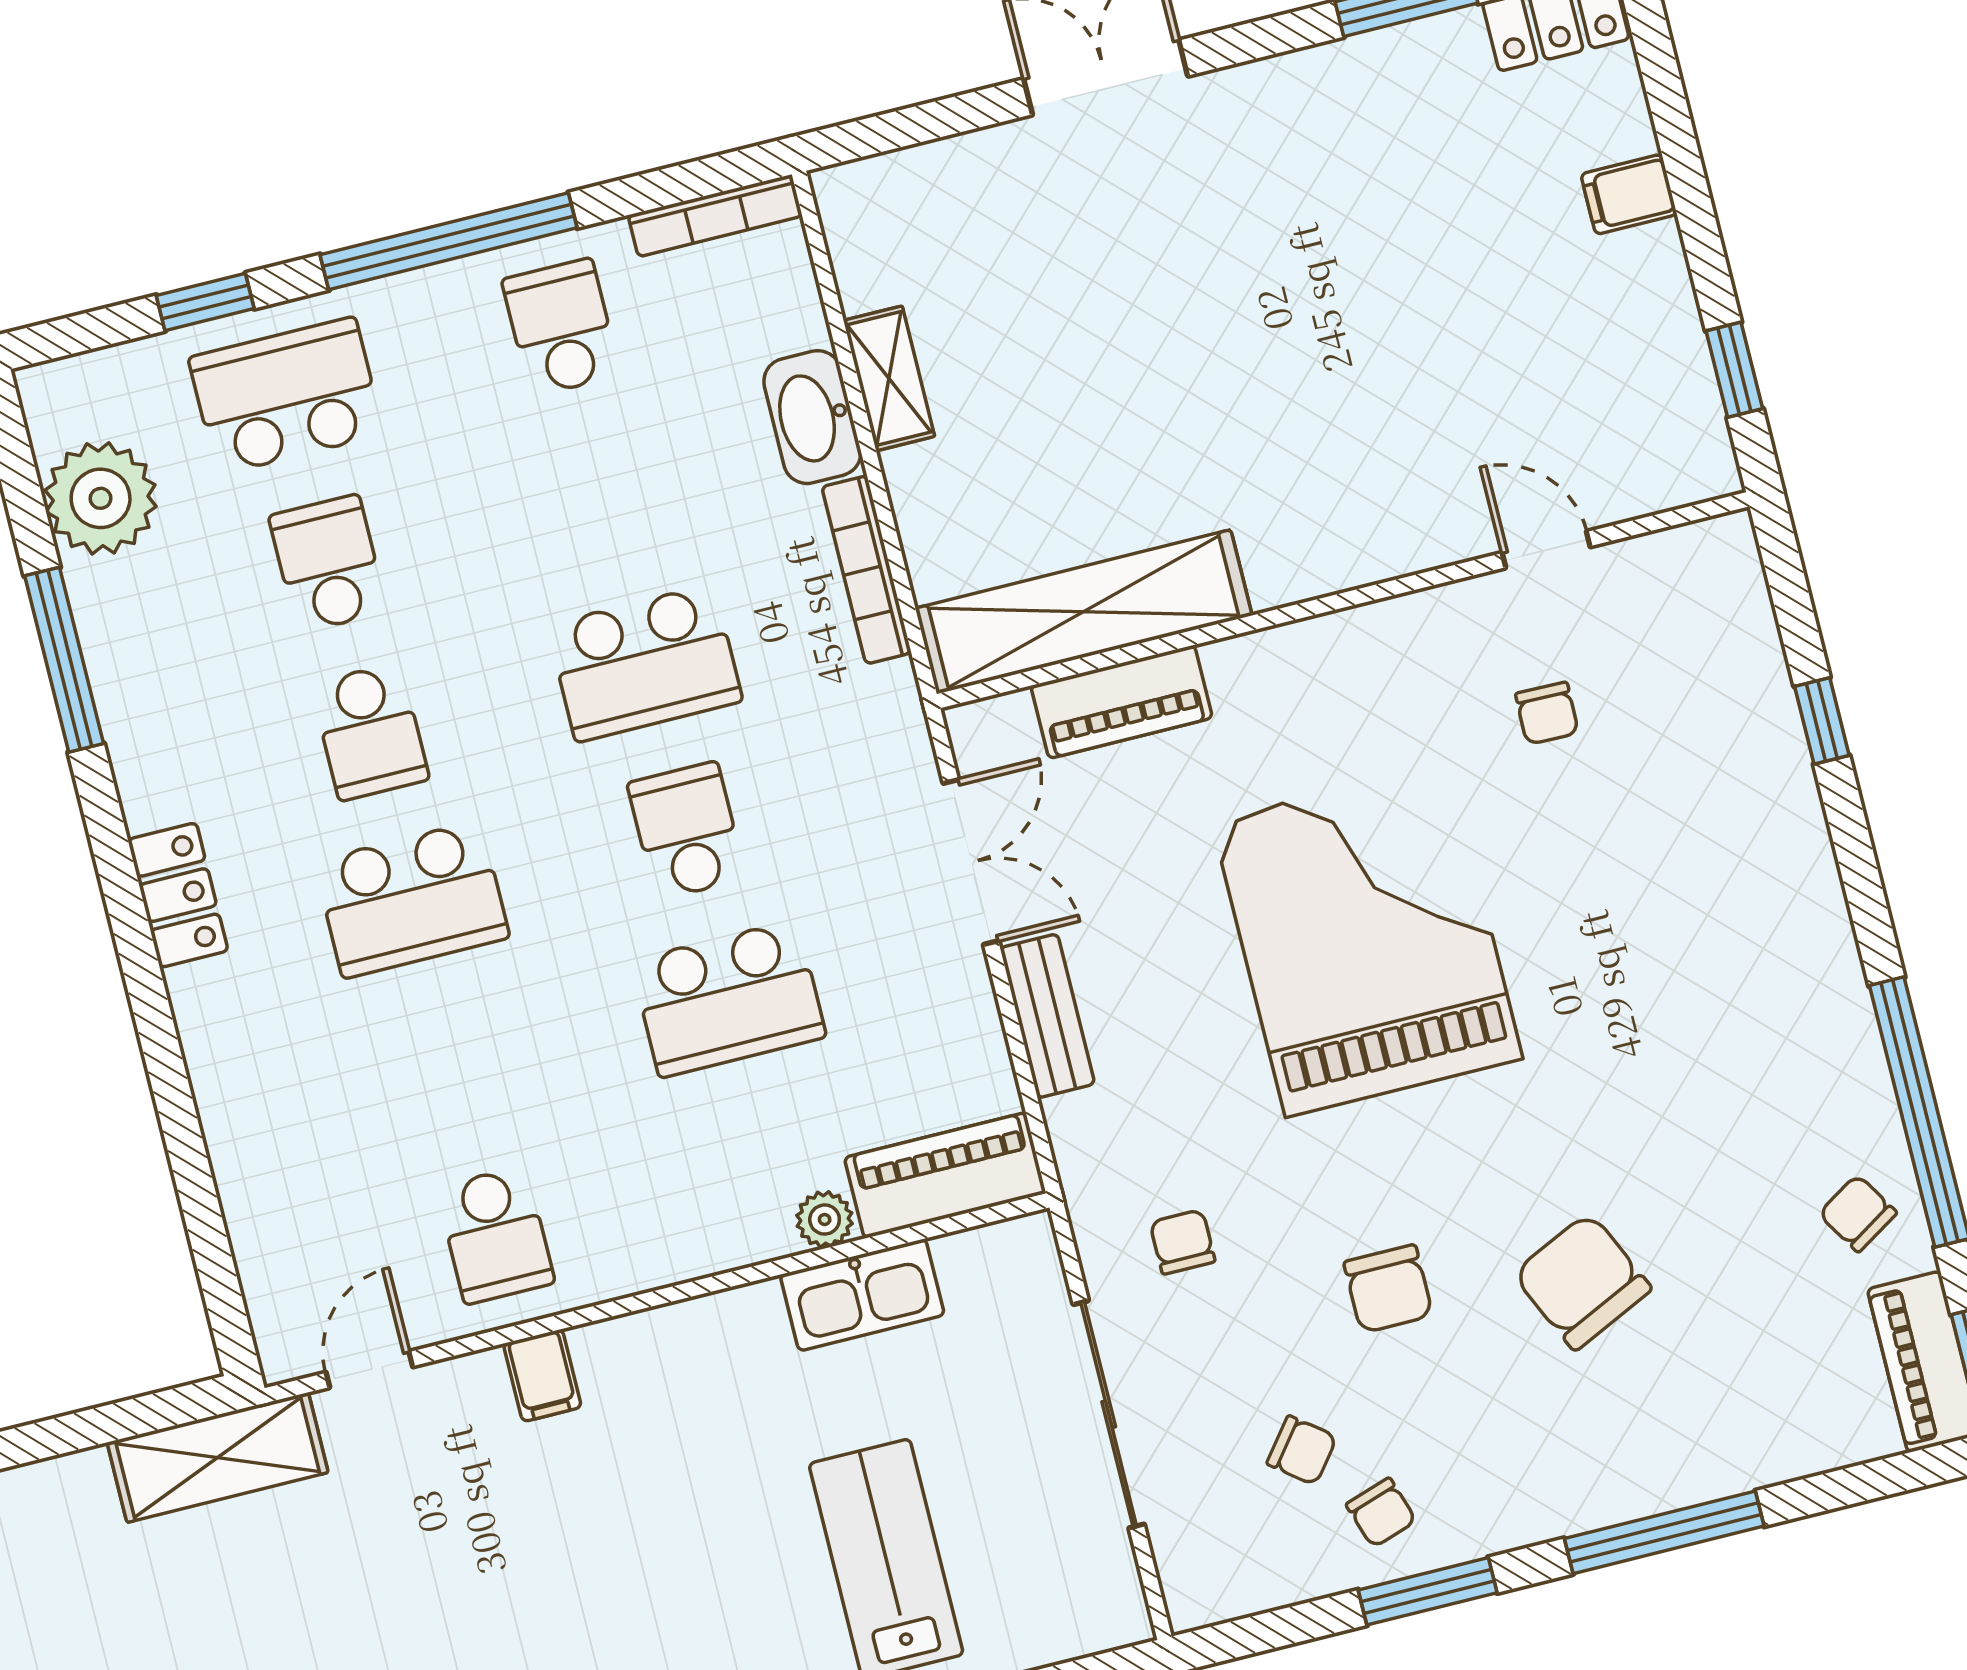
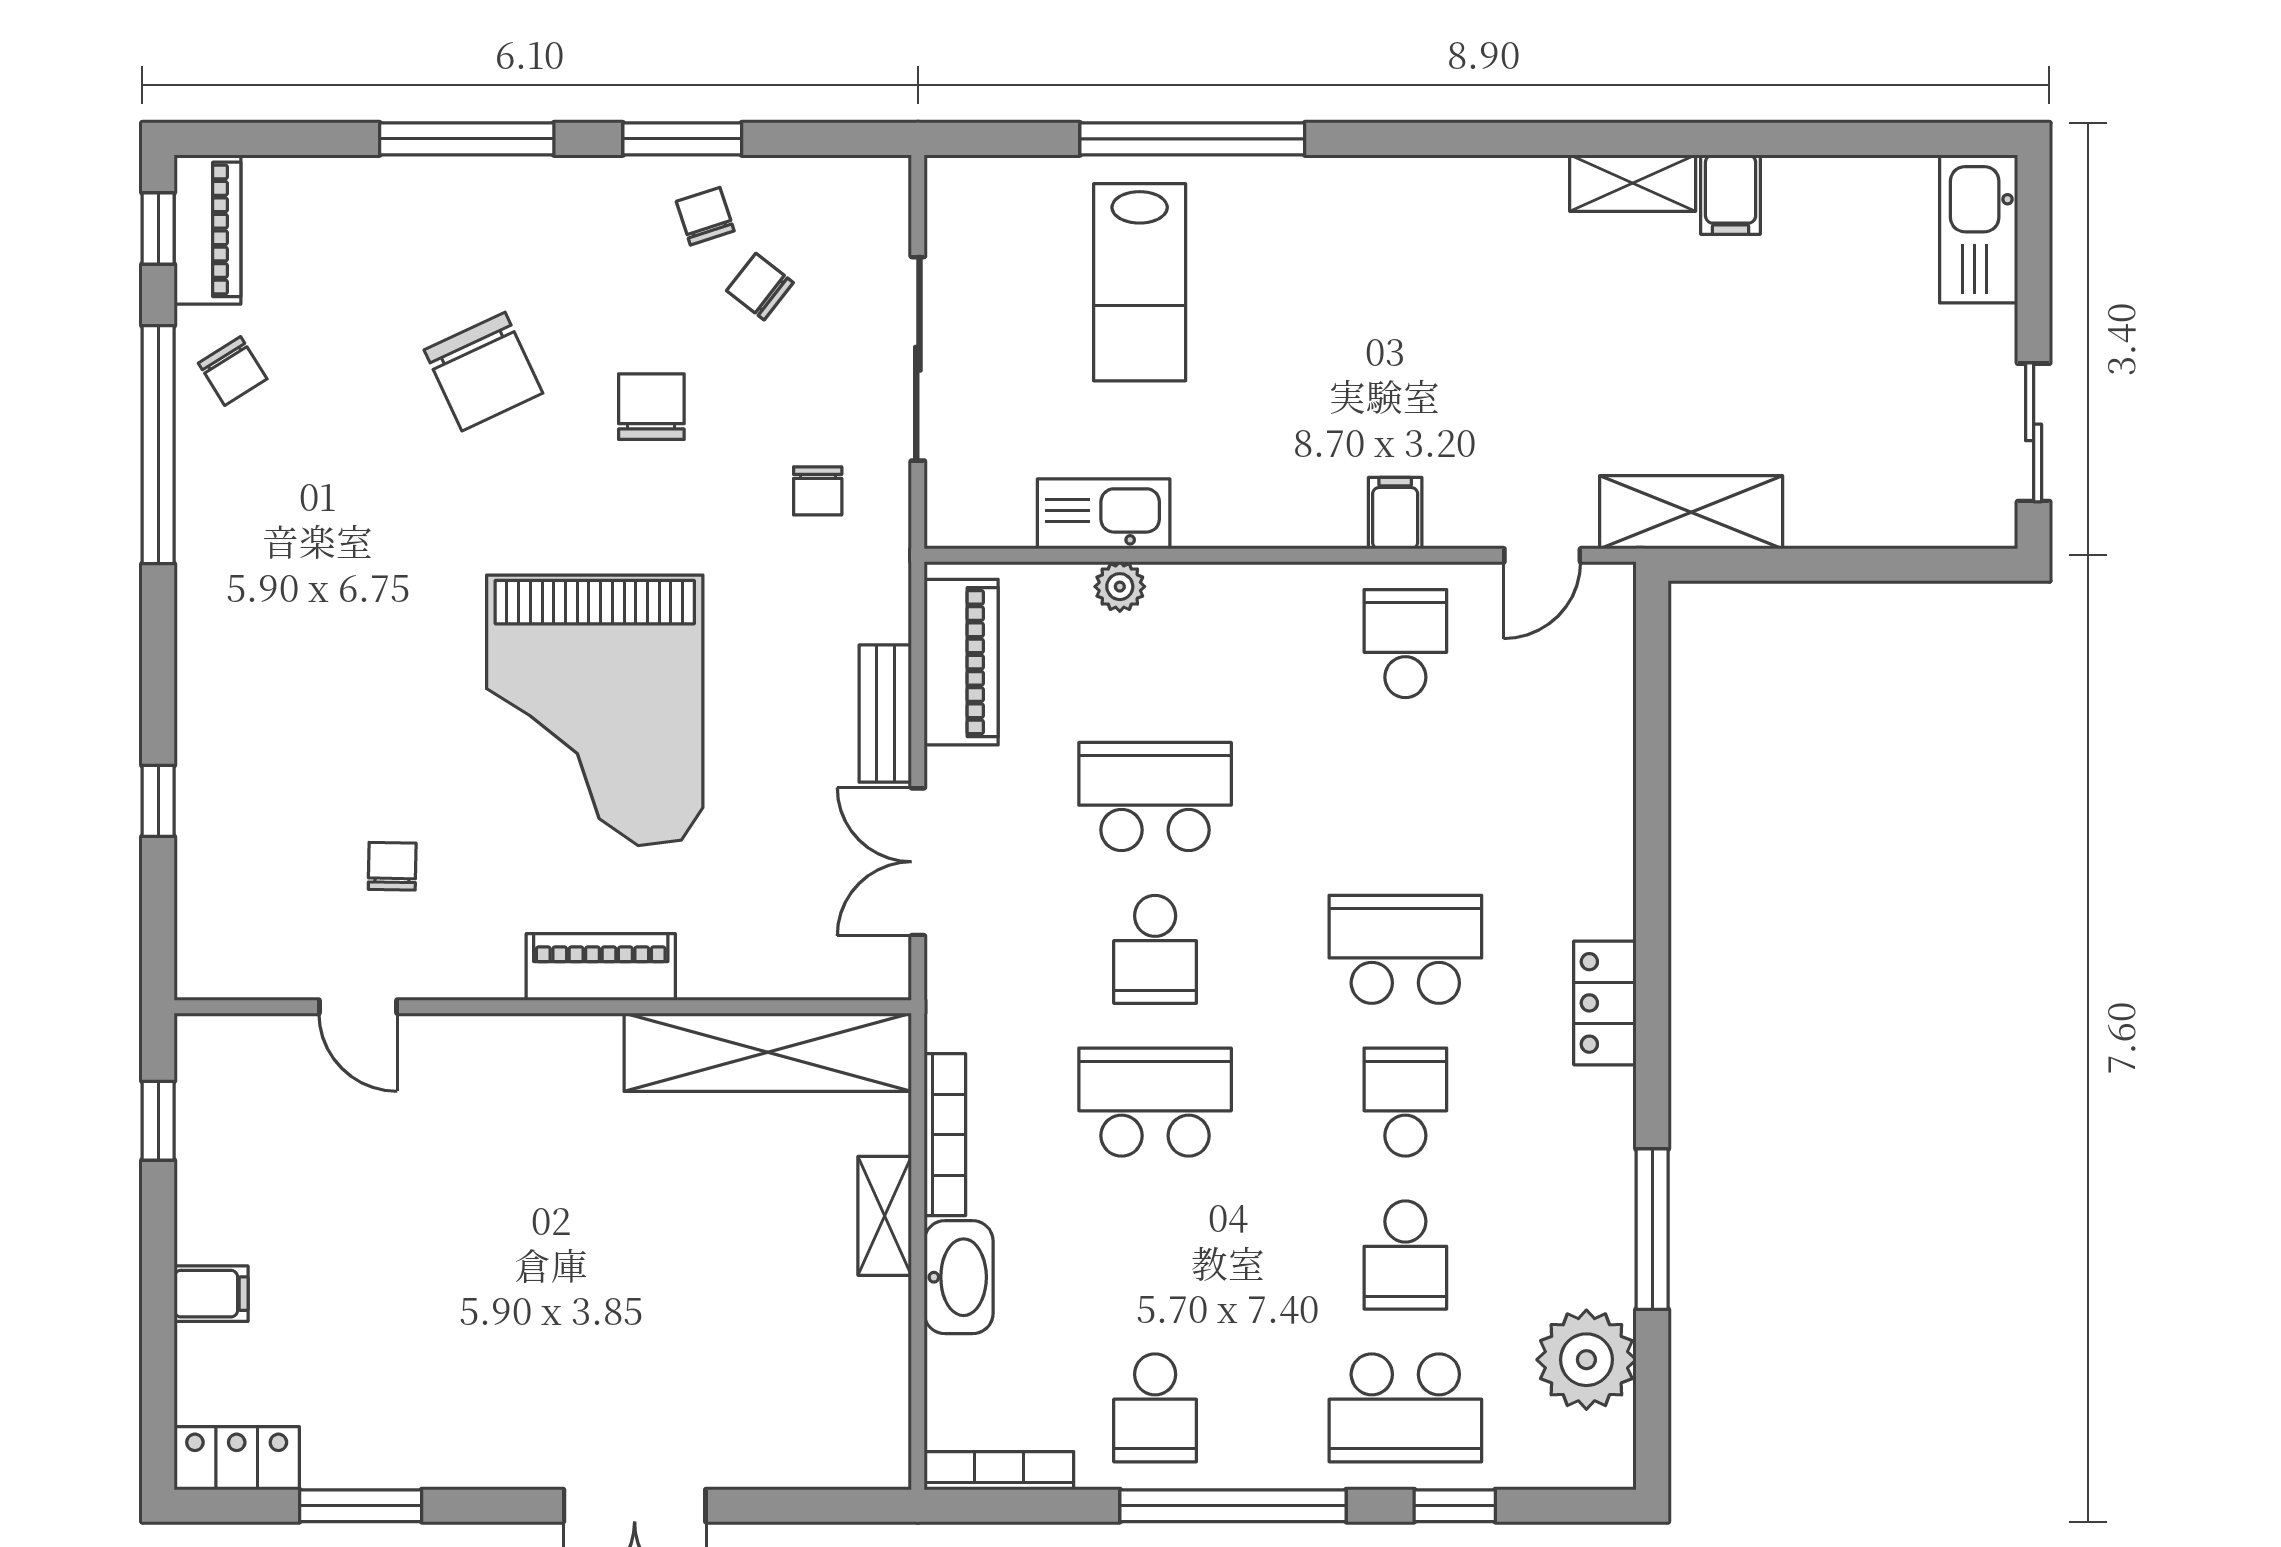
shelving: (889, 378) -> (885, 1216), moved
piano: (1122, 702) -> (601, 967), moved
piano: (945, 1175) -> (961, 662), moved, turned -90

